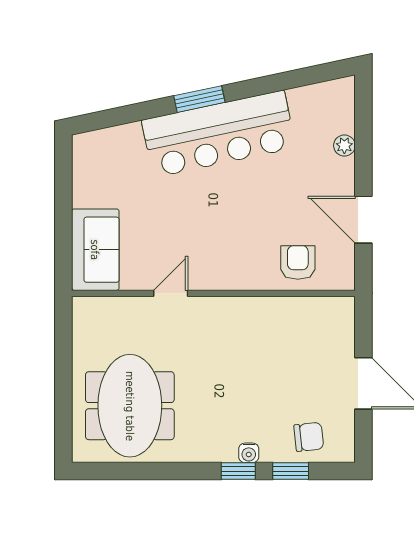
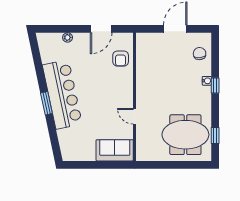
armchair: (298, 263) -> (121, 59), turned -90
window: (291, 471) -> (215, 136), moved

